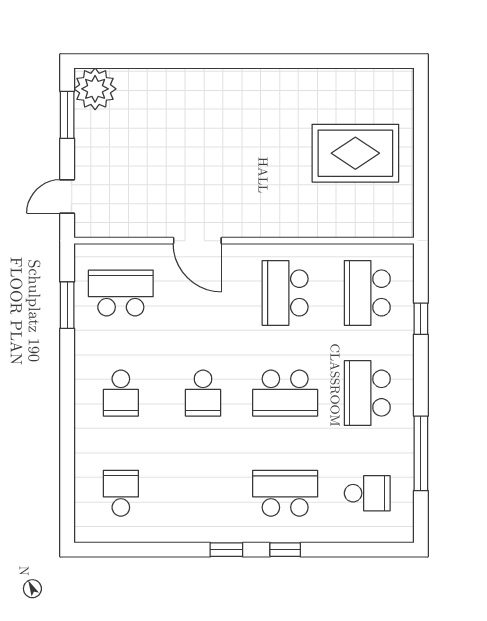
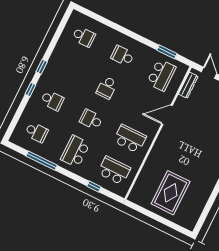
dresser: (114, 227) -> (188, 85), added
school desk: (203, 393) -> (107, 88), turned -90
school desk: (285, 393) -> (91, 120), width x0.54
school desk: (367, 393) -> (75, 151), turned -90
school desk: (285, 493) -> (52, 100), width x0.54
school desk: (367, 493) -> (36, 132), turned -90

